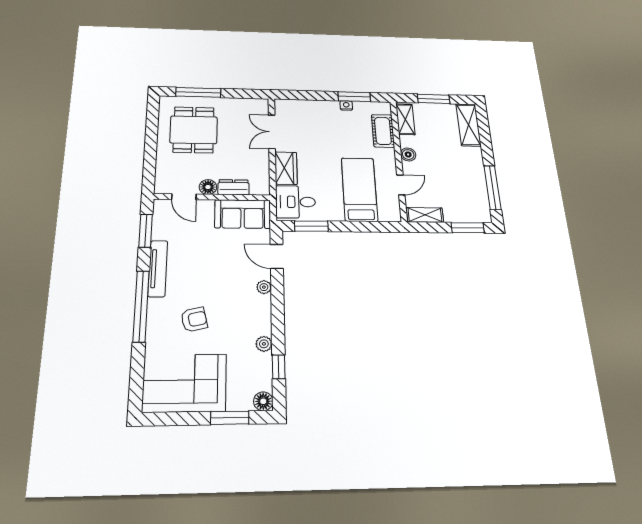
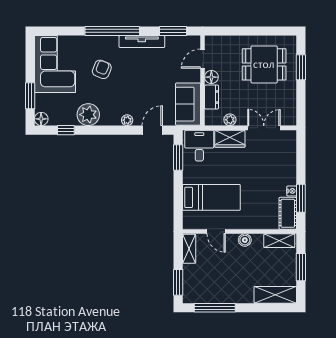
window: (198, 92) -> (301, 67), width x0.69
cot: (383, 131) -> (288, 213), moved, turned 90
plant: (262, 168) -> (230, 120), added
armchair: (194, 320) -> (102, 69), turned -145
plant: (264, 344) -> (88, 115), width x1.88, depth x1.88

